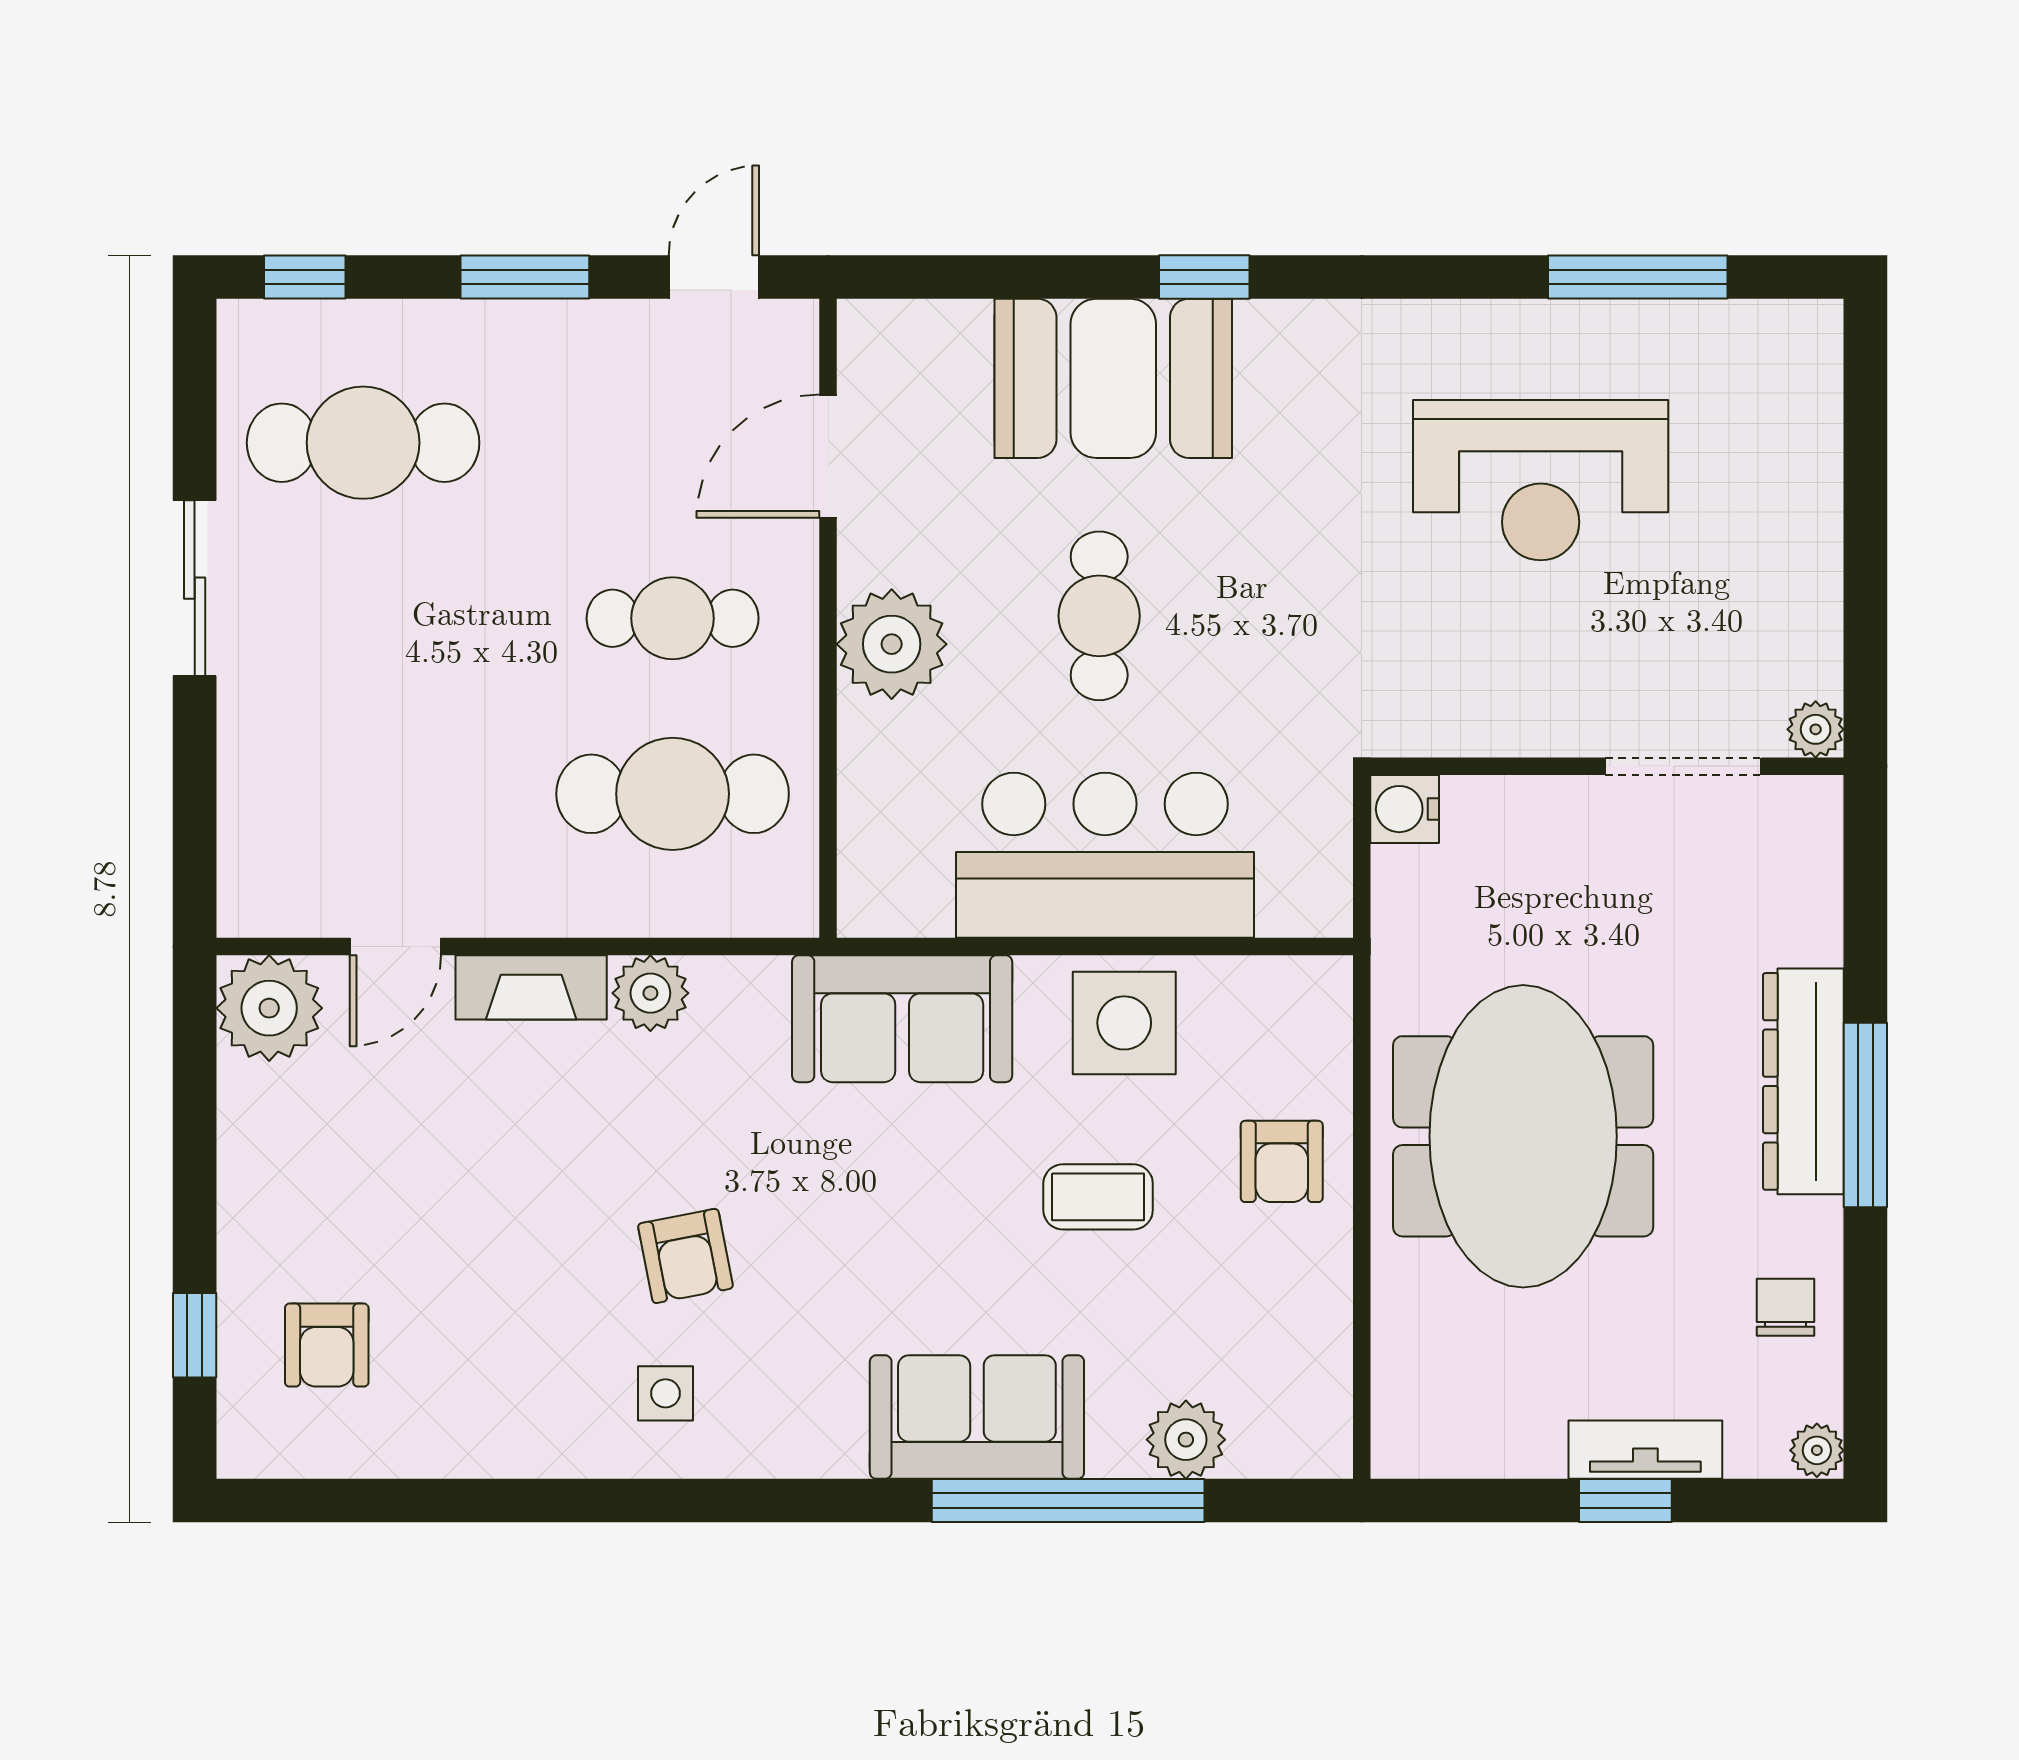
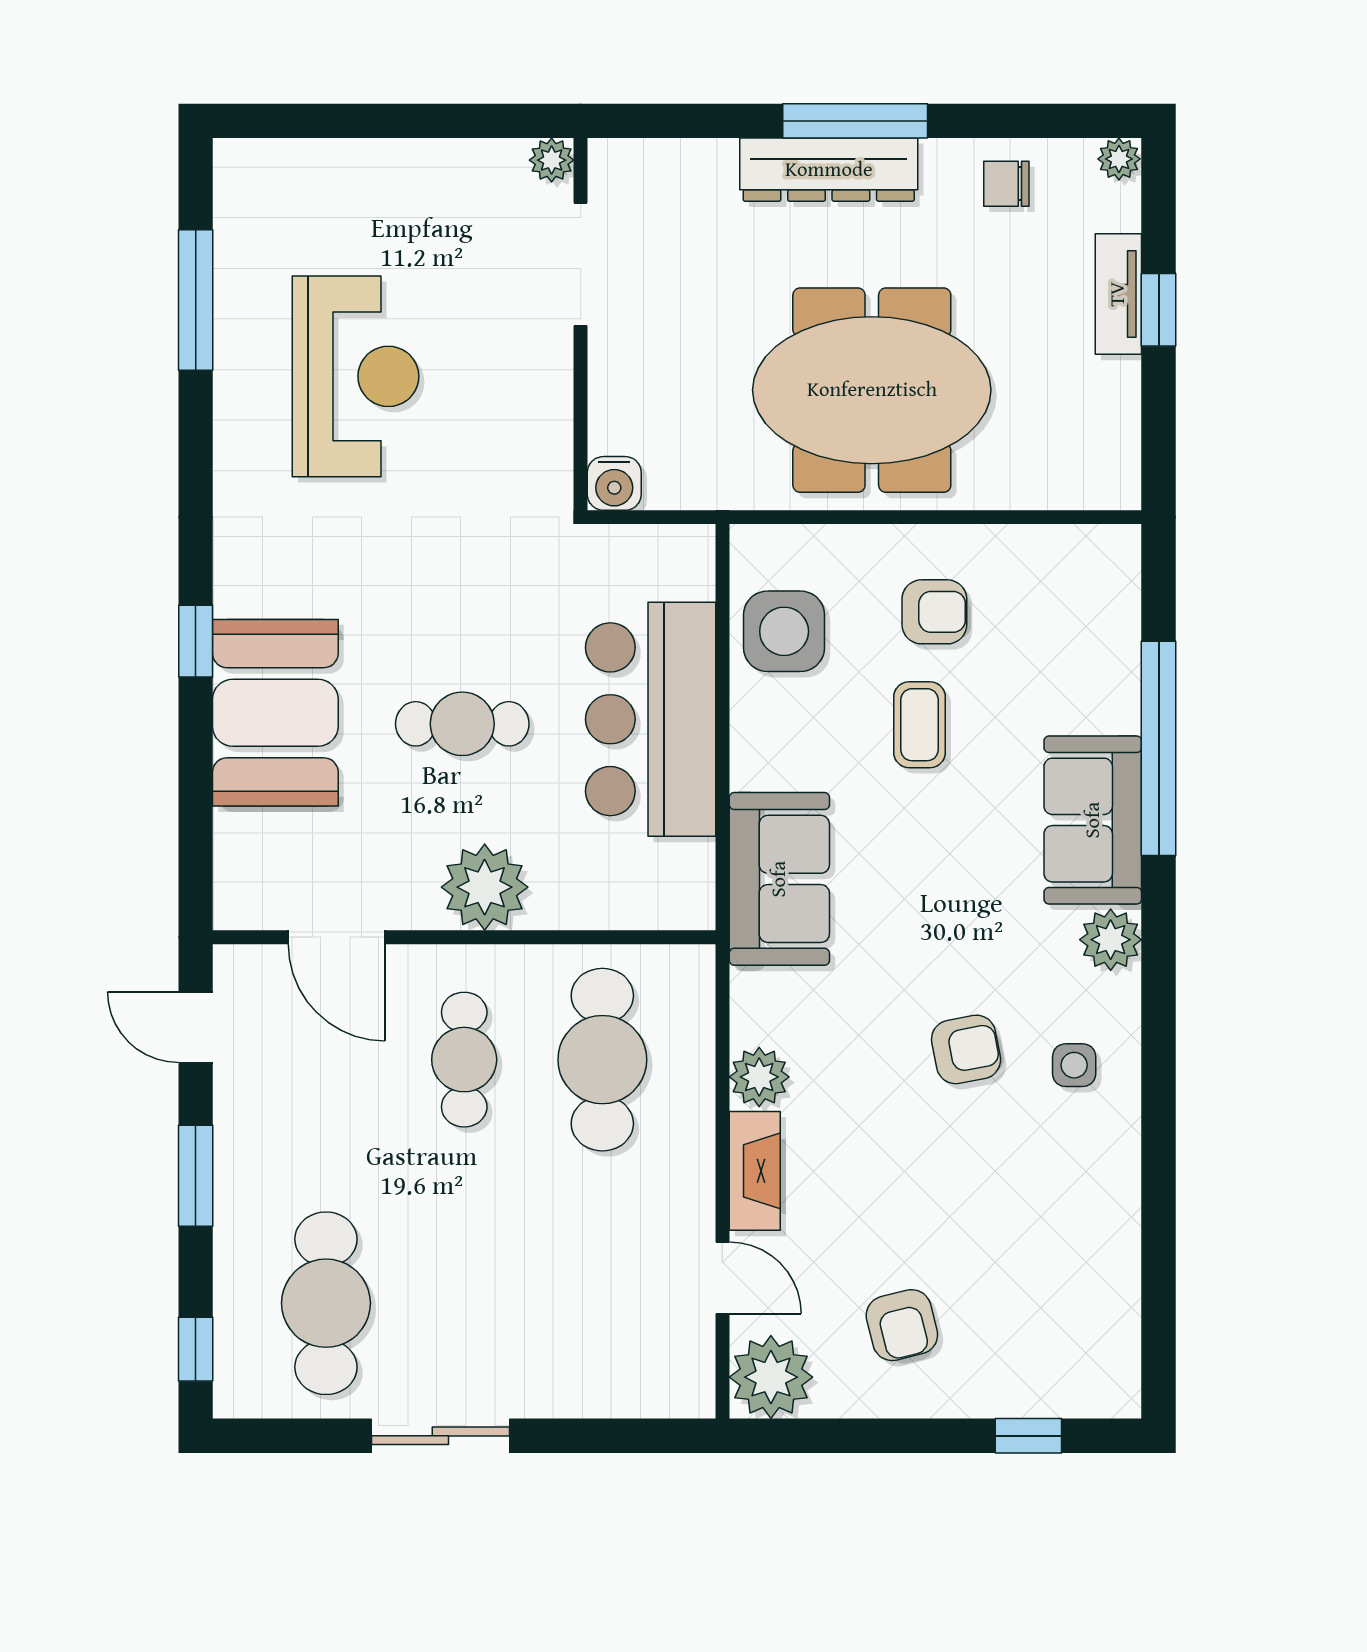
side table: (1124, 1023) -> (784, 631), moved
armchair: (1282, 1161) -> (934, 612), moved
armchair: (327, 1345) -> (902, 1325), moved, turned 76
plant: (1186, 1440) -> (1111, 940), moved

